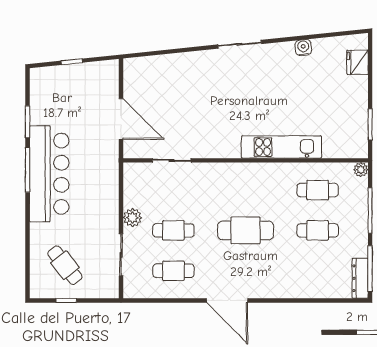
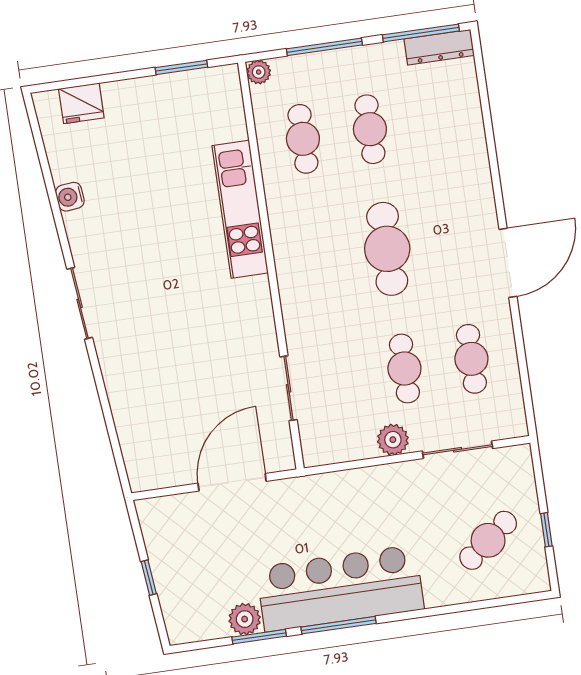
plant: (39, 115) -> (245, 619), added

